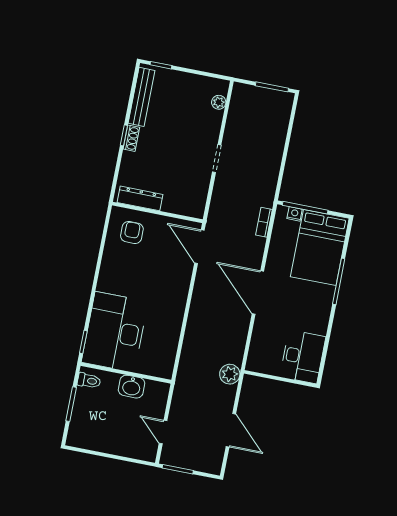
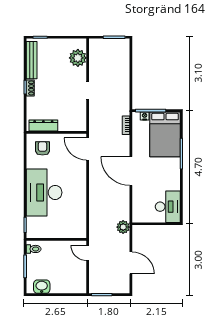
plant: (219, 102) -> (78, 58), width x1.88, depth x1.88
desk: (115, 332) -> (44, 192), moved
washbasin: (132, 387) -> (42, 287), moved, turned 180
door: (163, 432) -> (88, 253), moved

